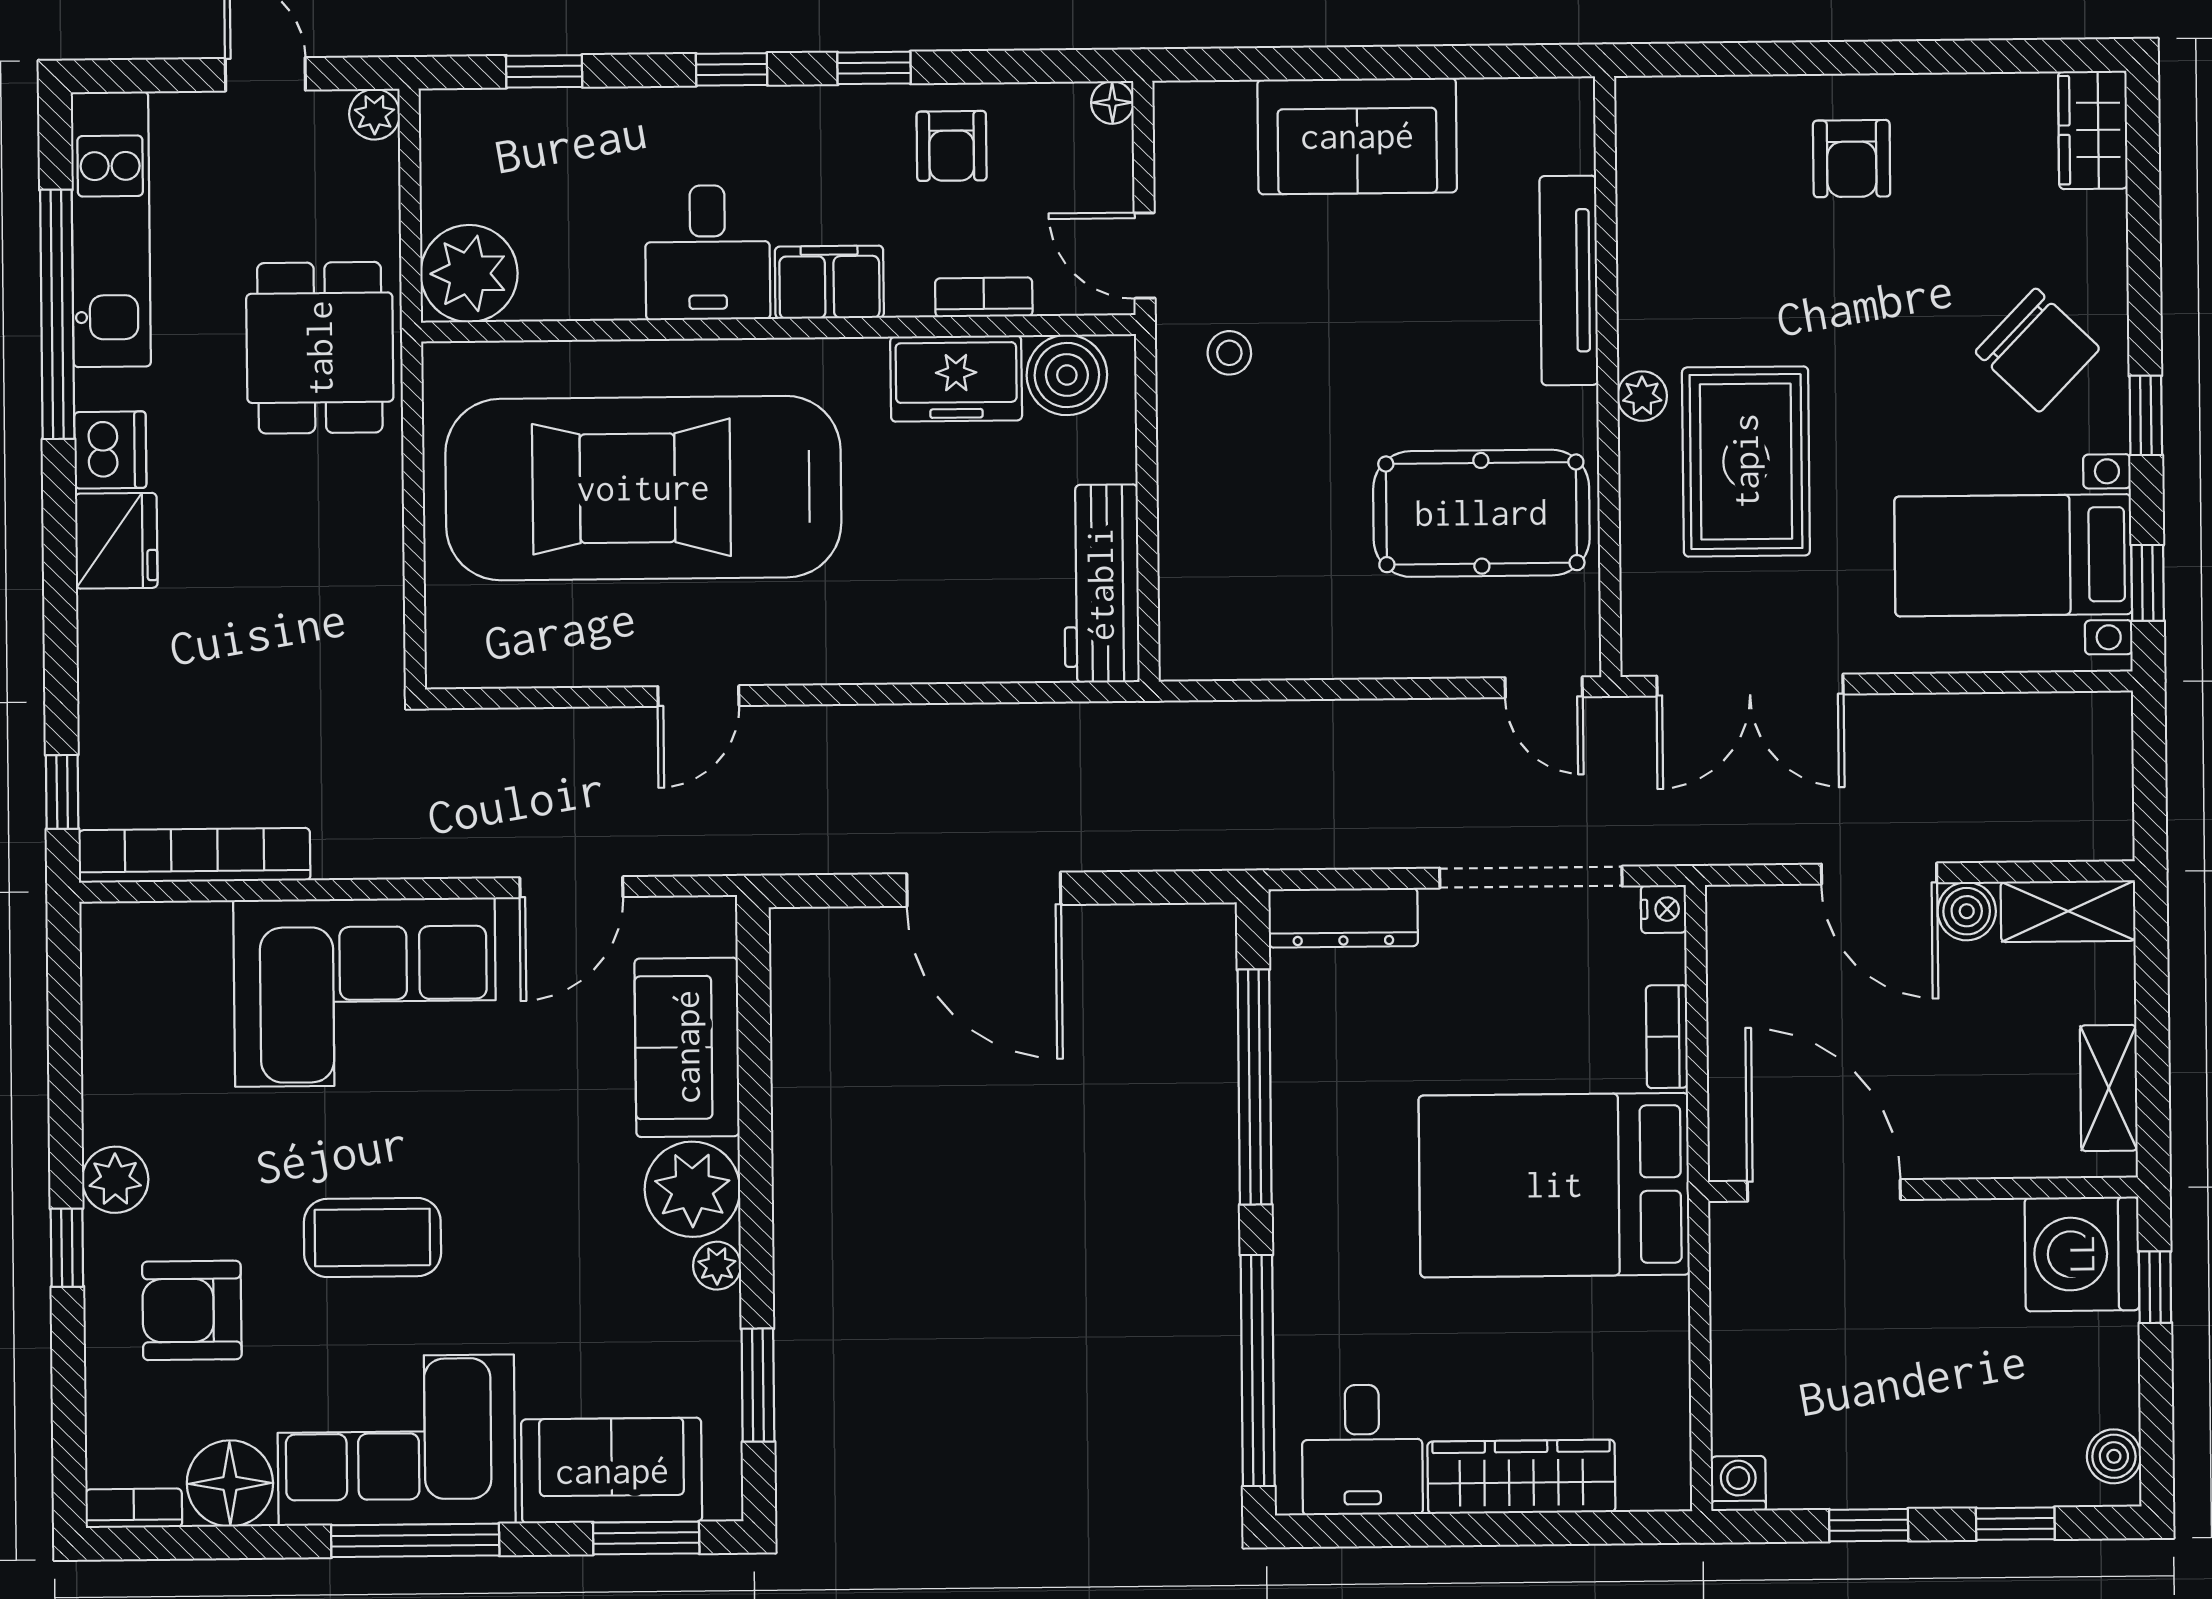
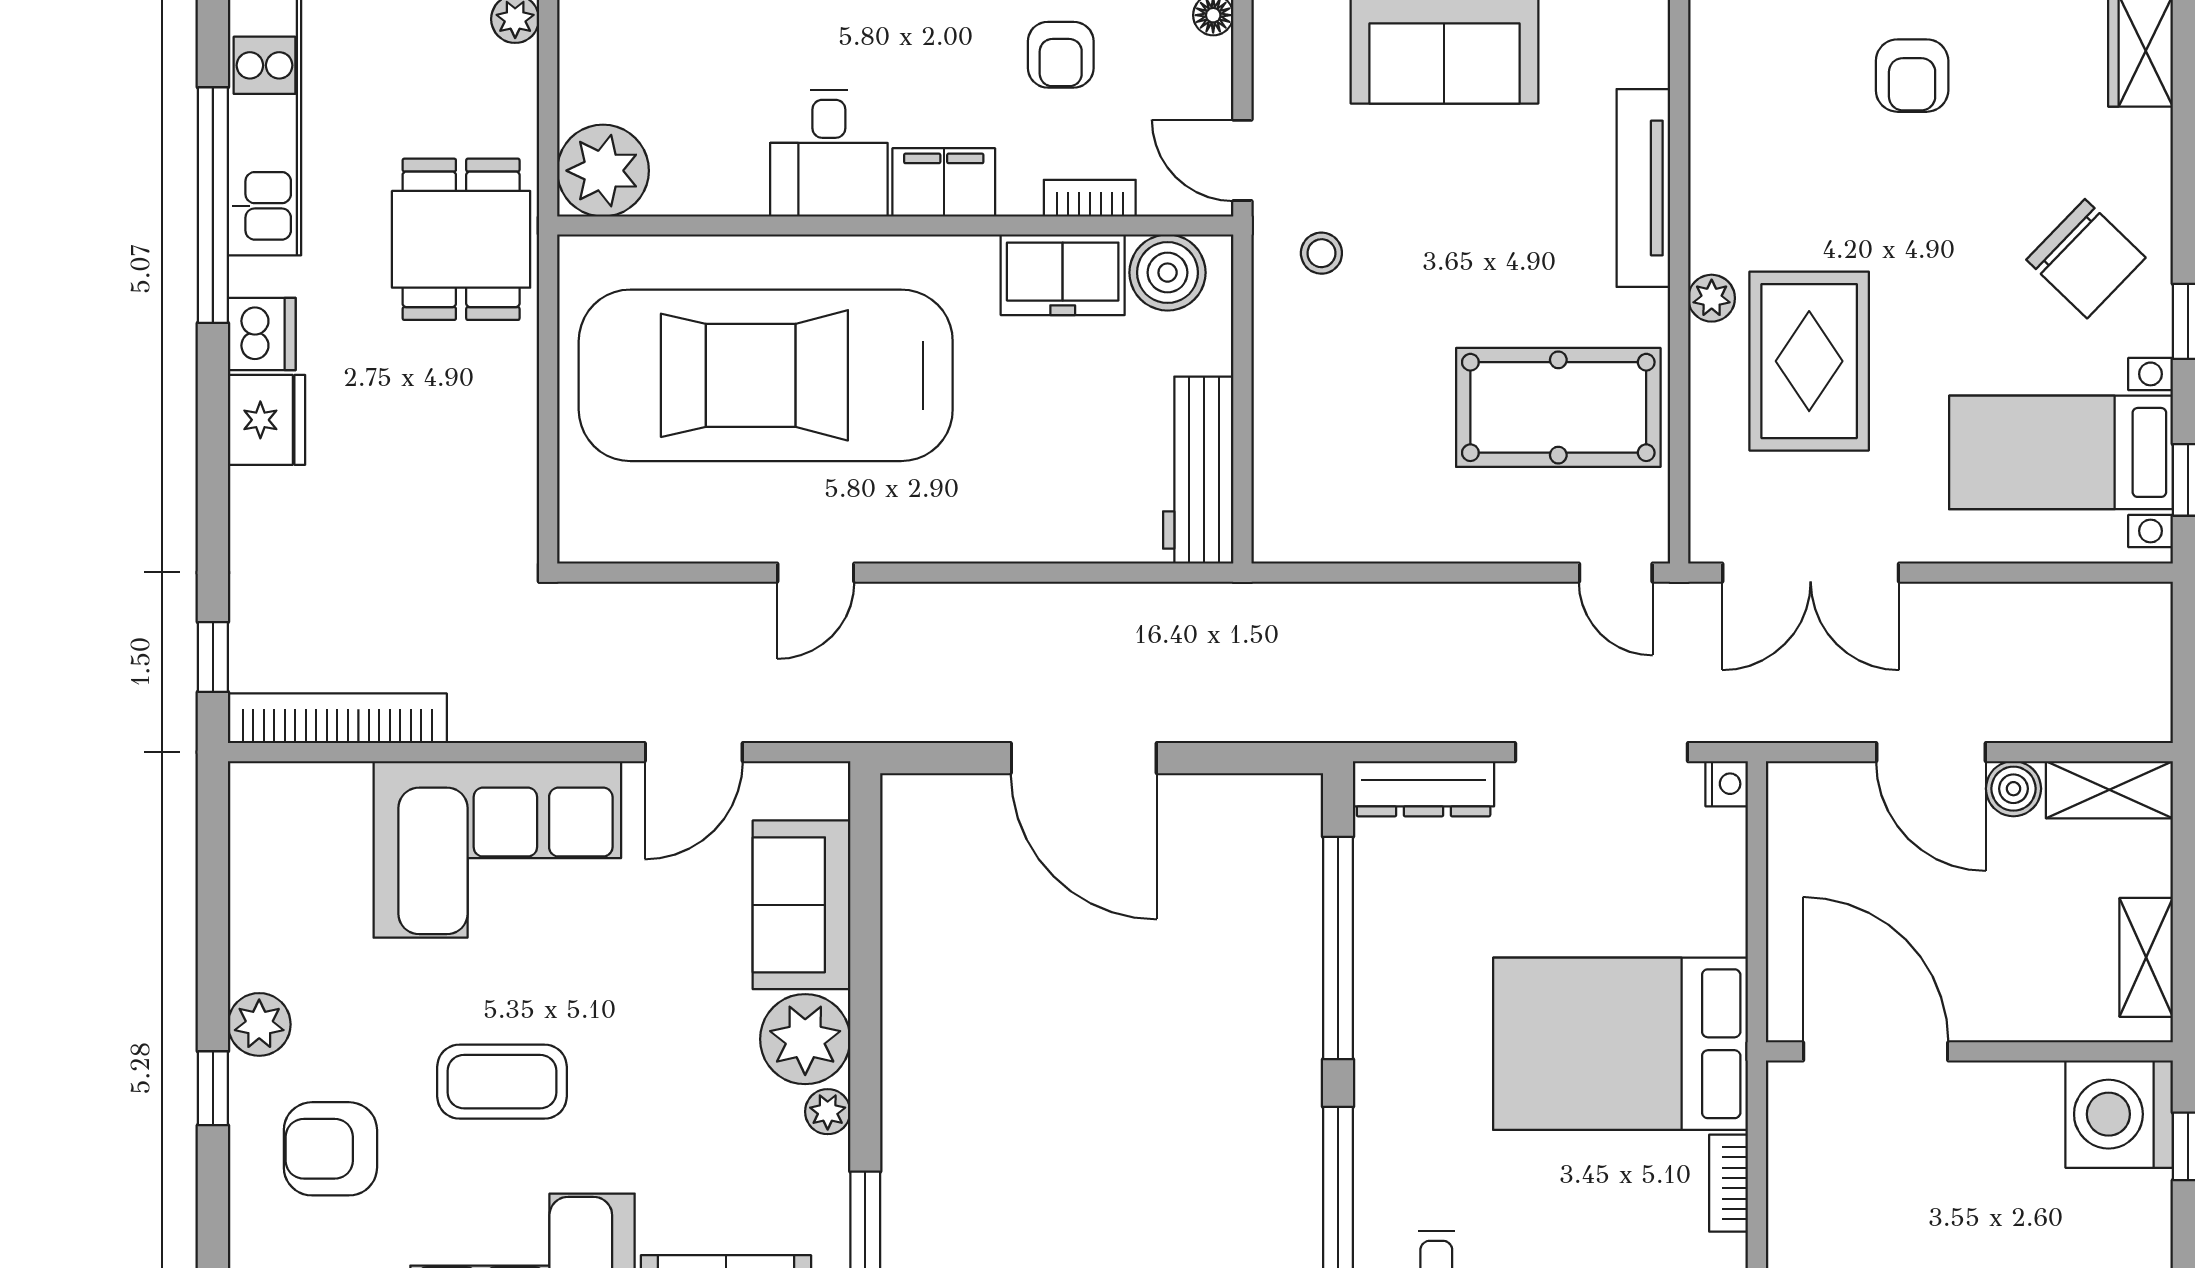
bookcase: (1667, 1037) -> (1729, 1183), moved

